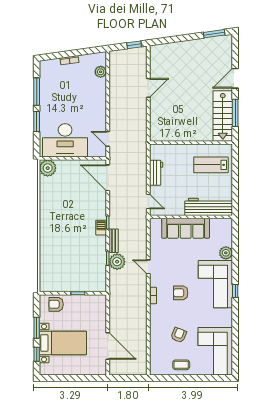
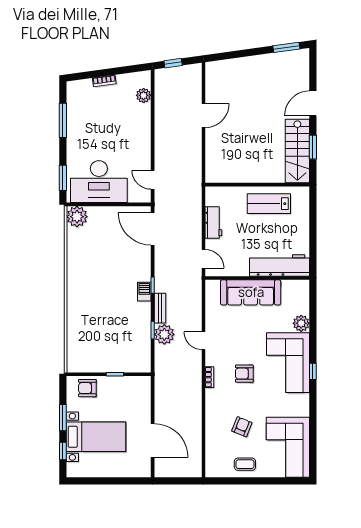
window: (134, 45) -> (173, 63), moved
window: (235, 113) -> (313, 147), width x0.69
window: (37, 122) -> (63, 178), moved
lab bench: (211, 165) -> (269, 204), moved

